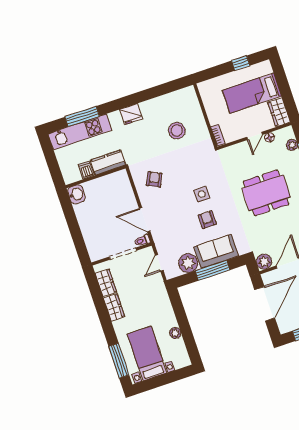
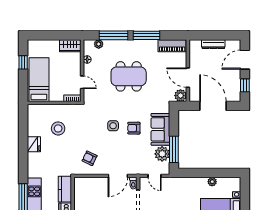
bed: (252, 93) -> (39, 80), moved, turned 180
fridge: (131, 114) -> (34, 144), moved
door: (255, 136) -> (82, 82), moved
dining table: (266, 193) -> (129, 76), turned 90
window: (212, 270) -> (174, 149), moved

